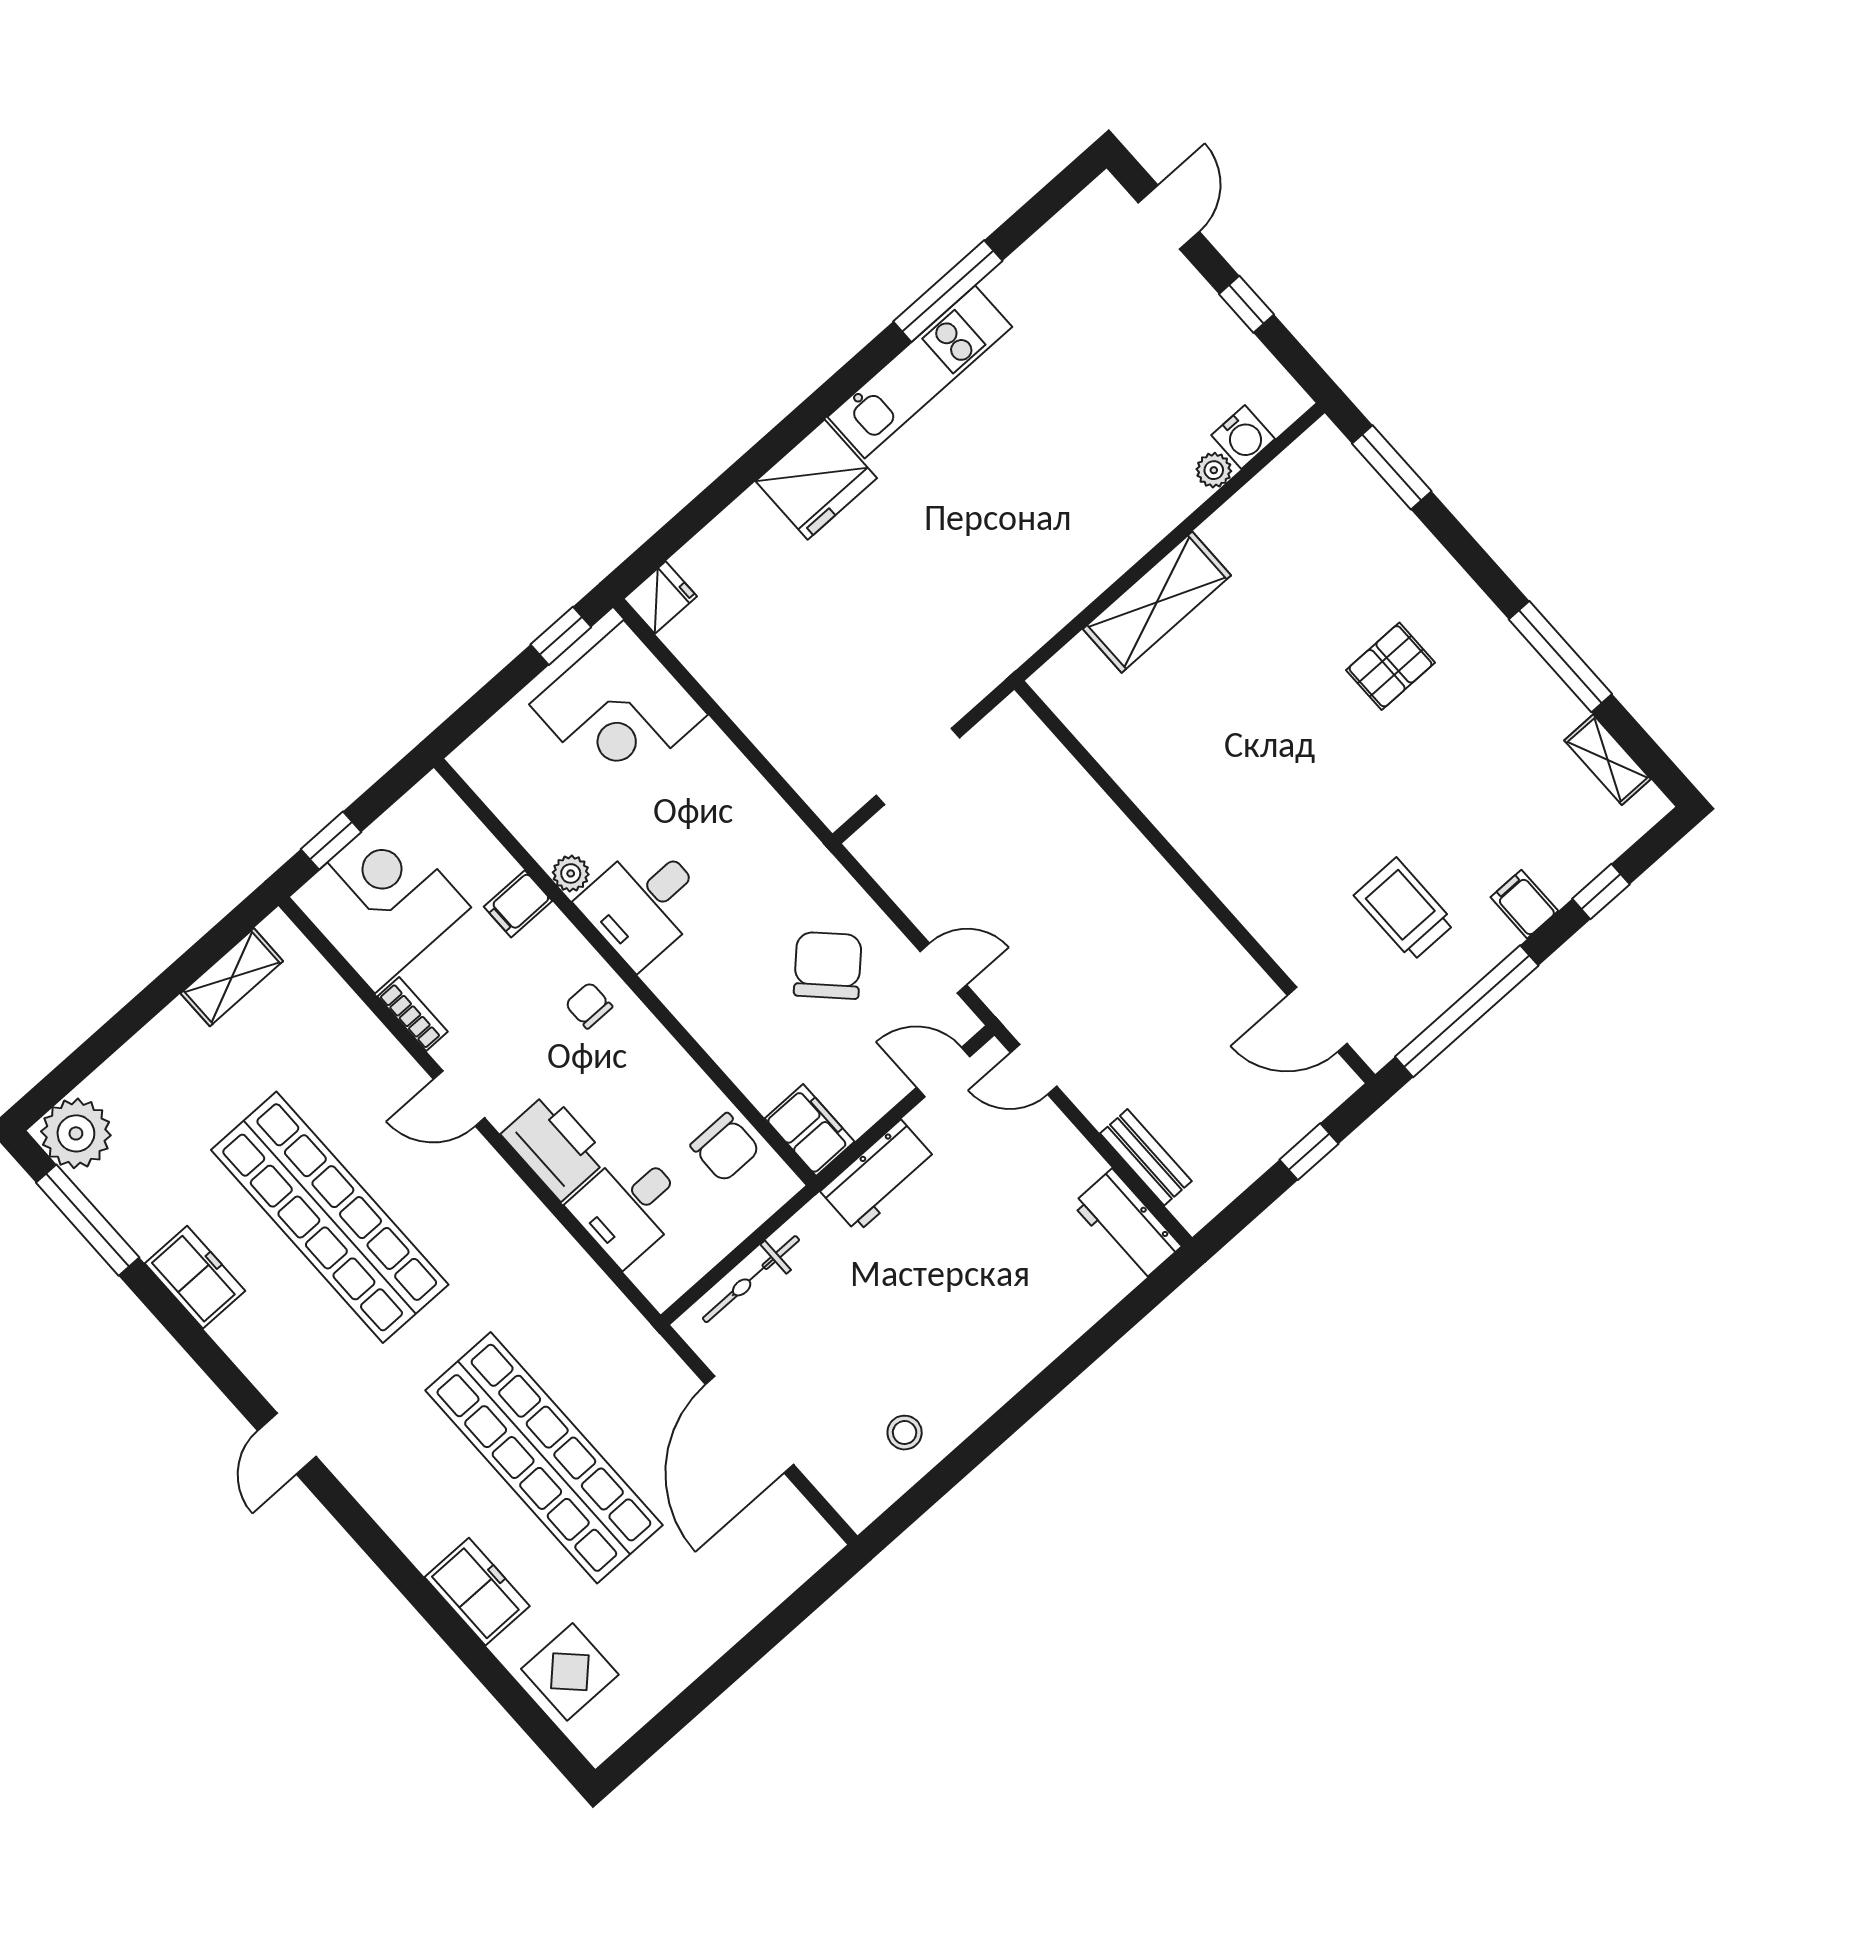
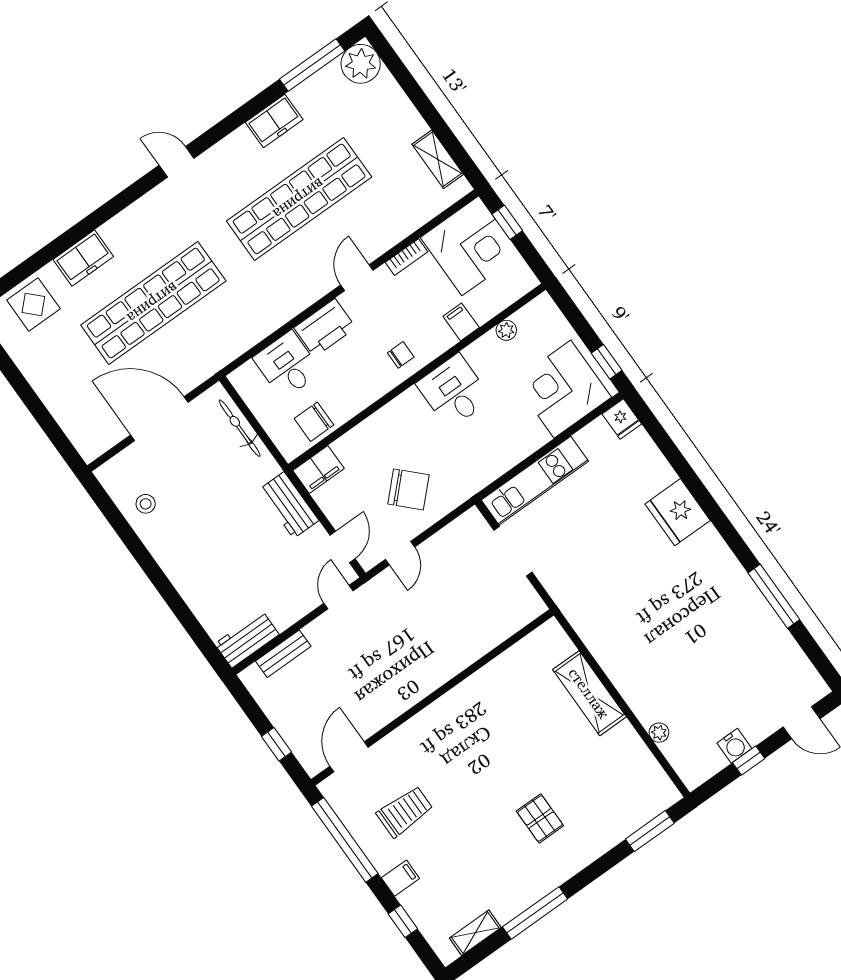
kitchen unit: (920, 372) -> (535, 481), moved, turned -90
water cooler: (1243, 437) -> (734, 746), moved, turned -90
plant: (571, 873) -> (506, 330), moved

